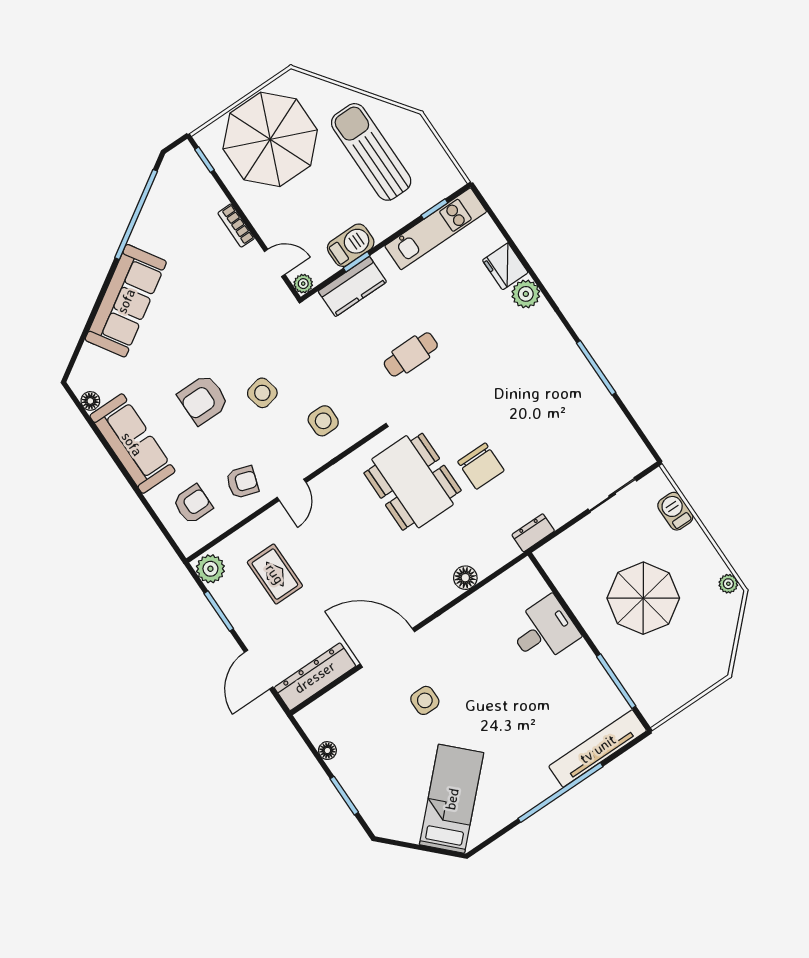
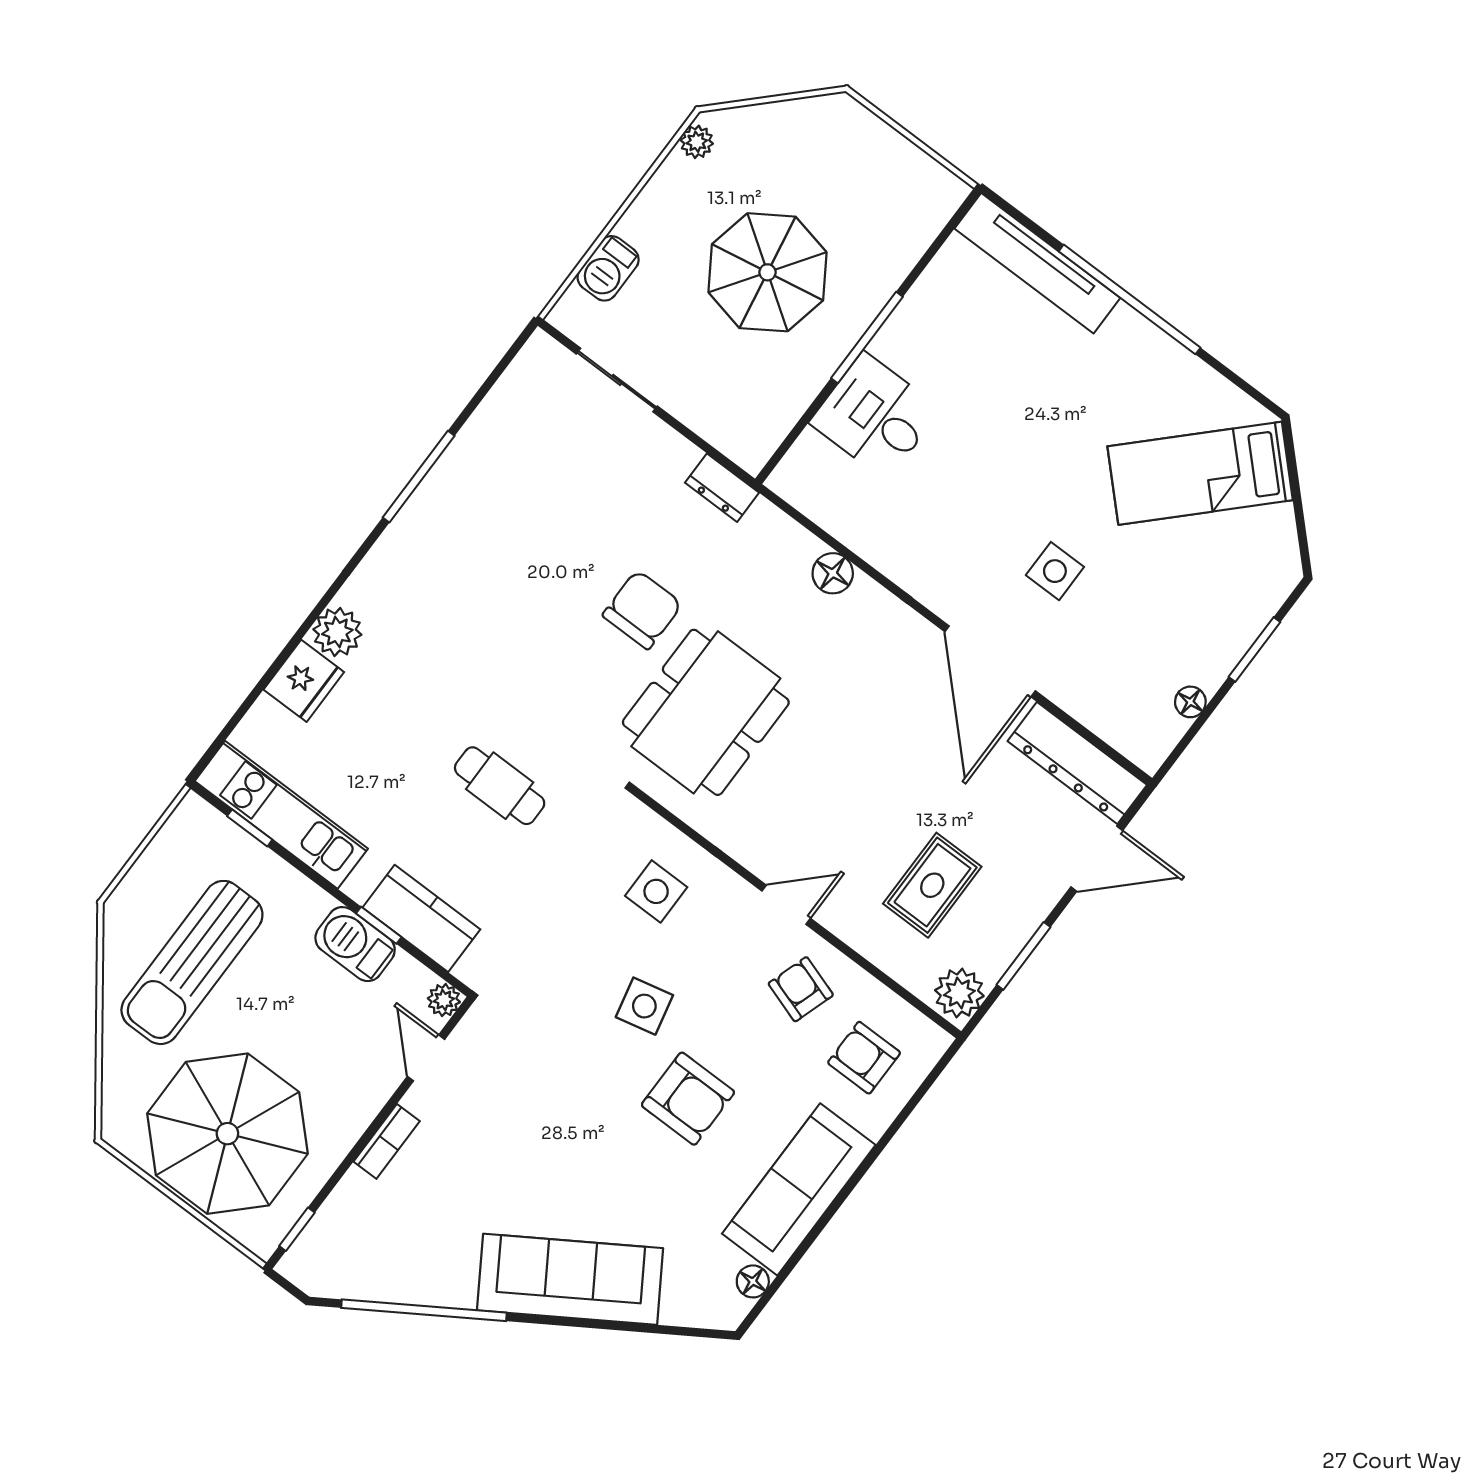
window: (616, 681) -> (867, 338), moved

